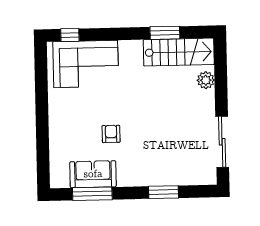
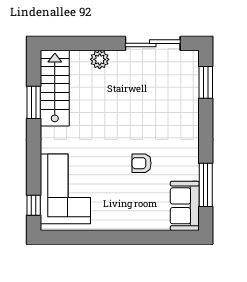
plant: (206, 80) -> (100, 59), moved
sofa: (93, 174) -> (185, 206), moved
window: (164, 192) -> (206, 82), moved

